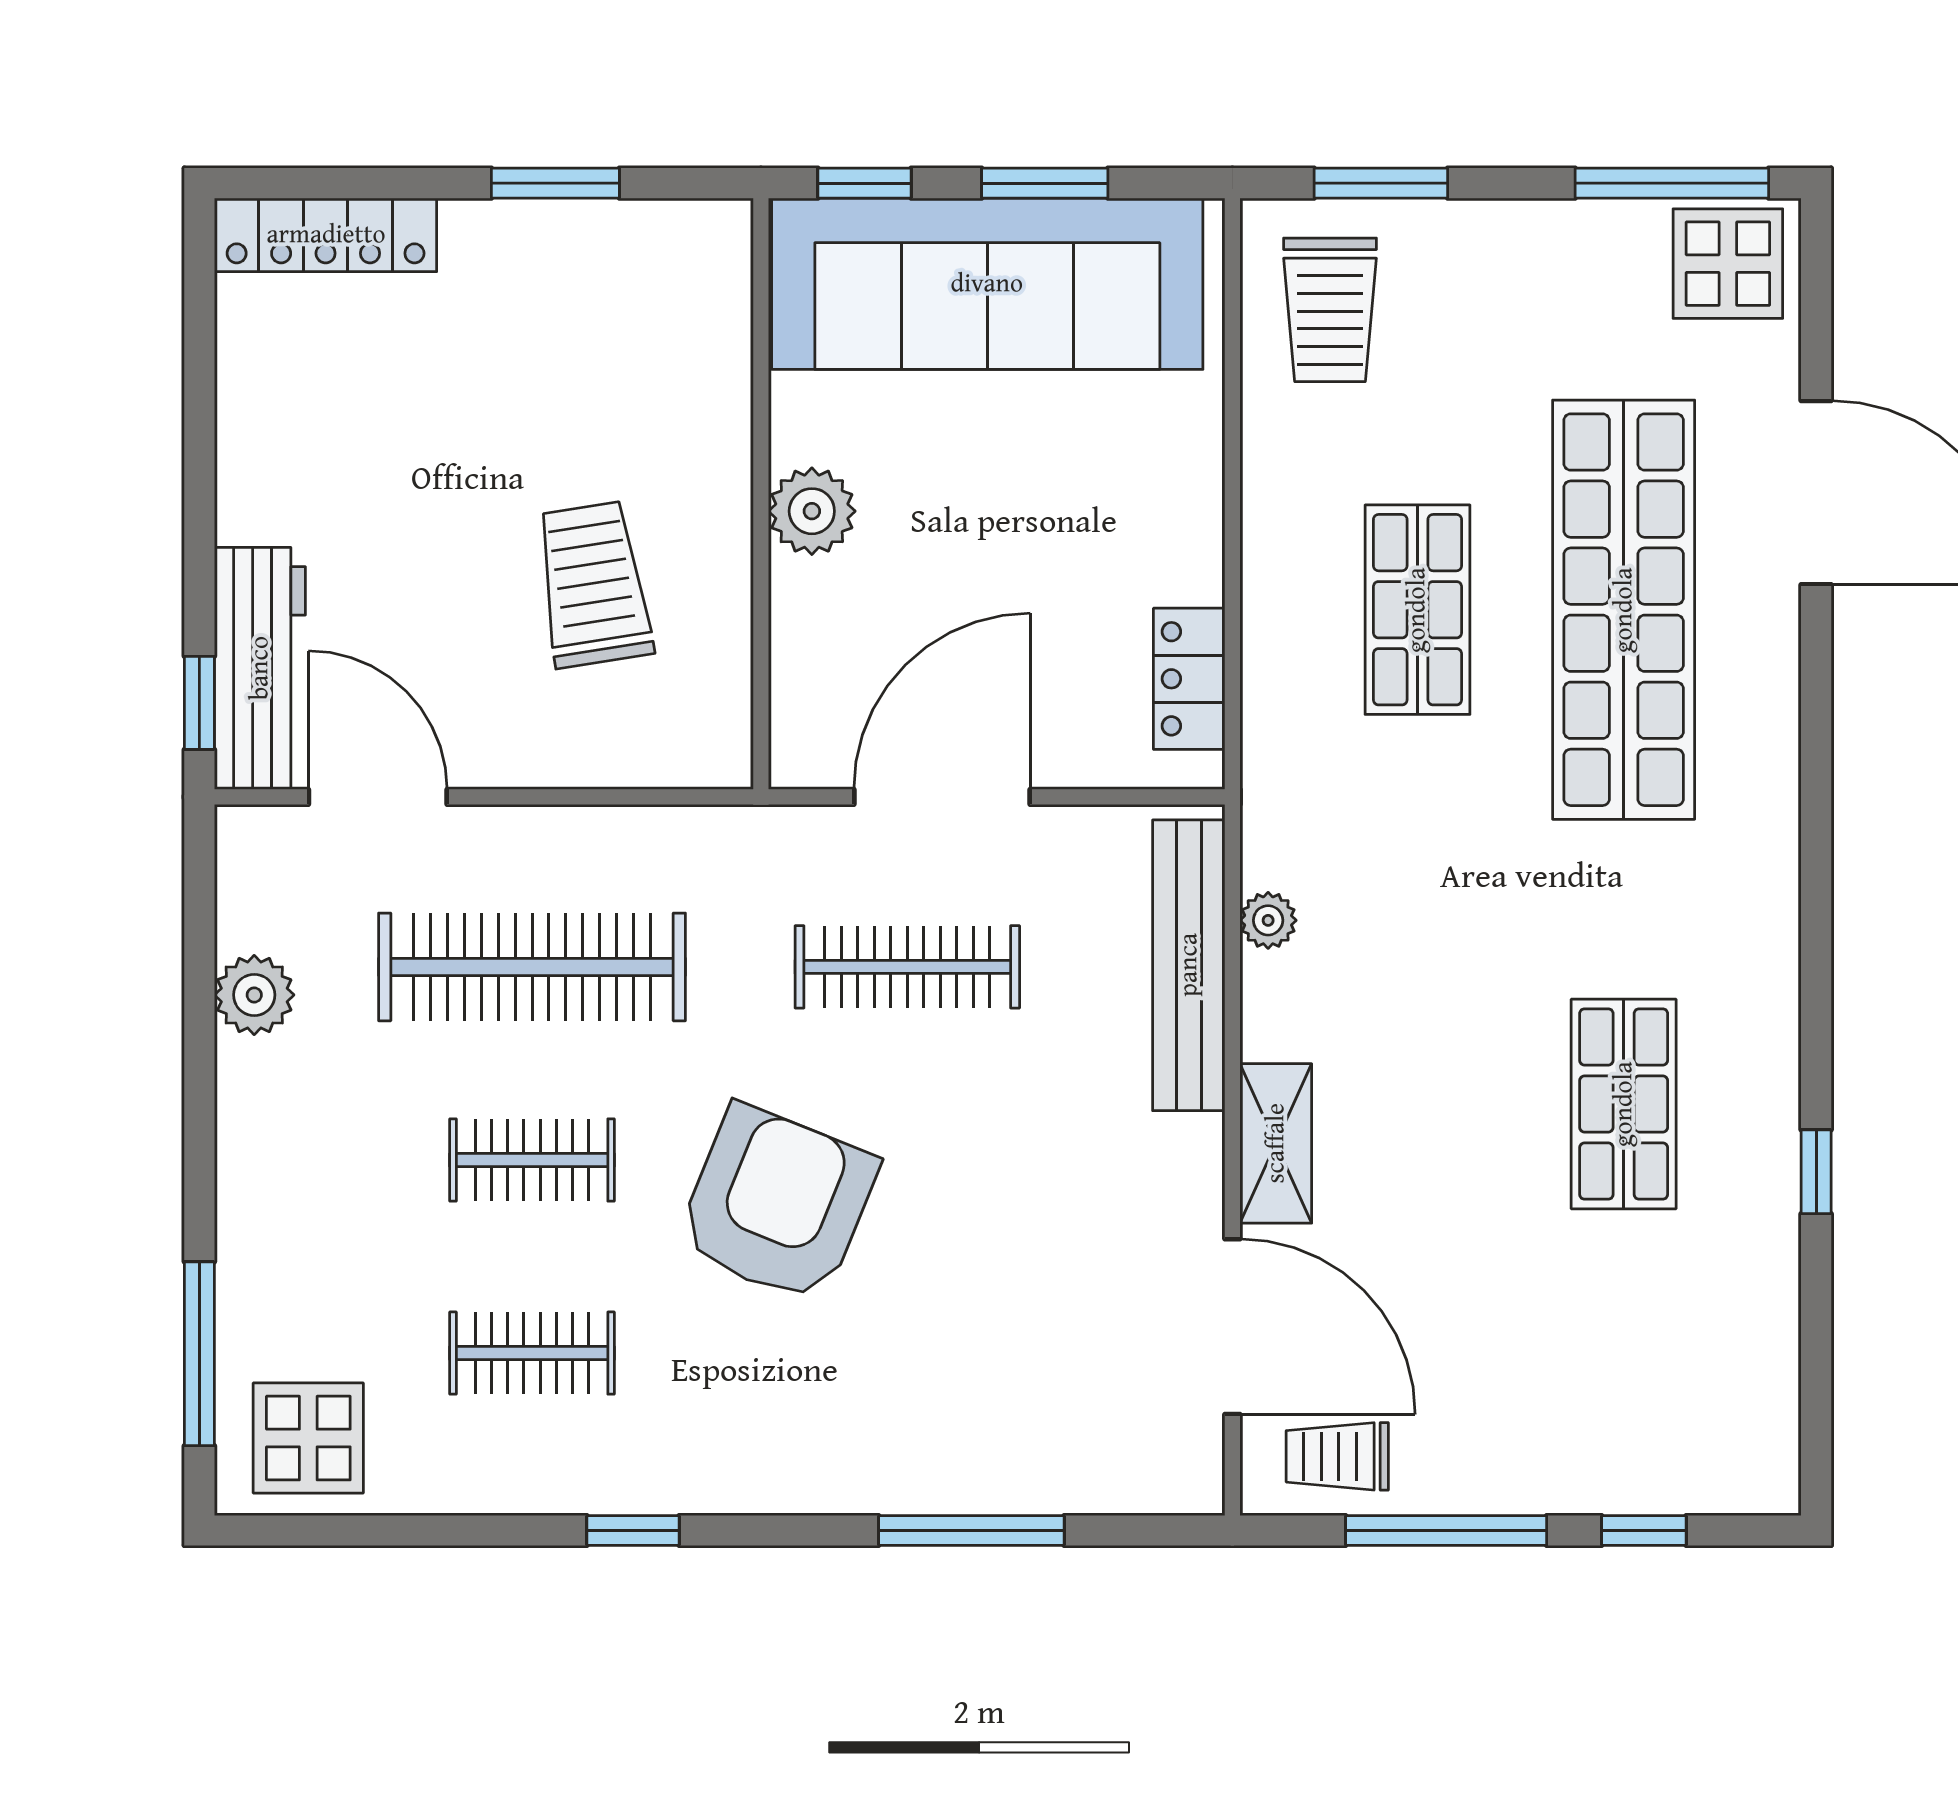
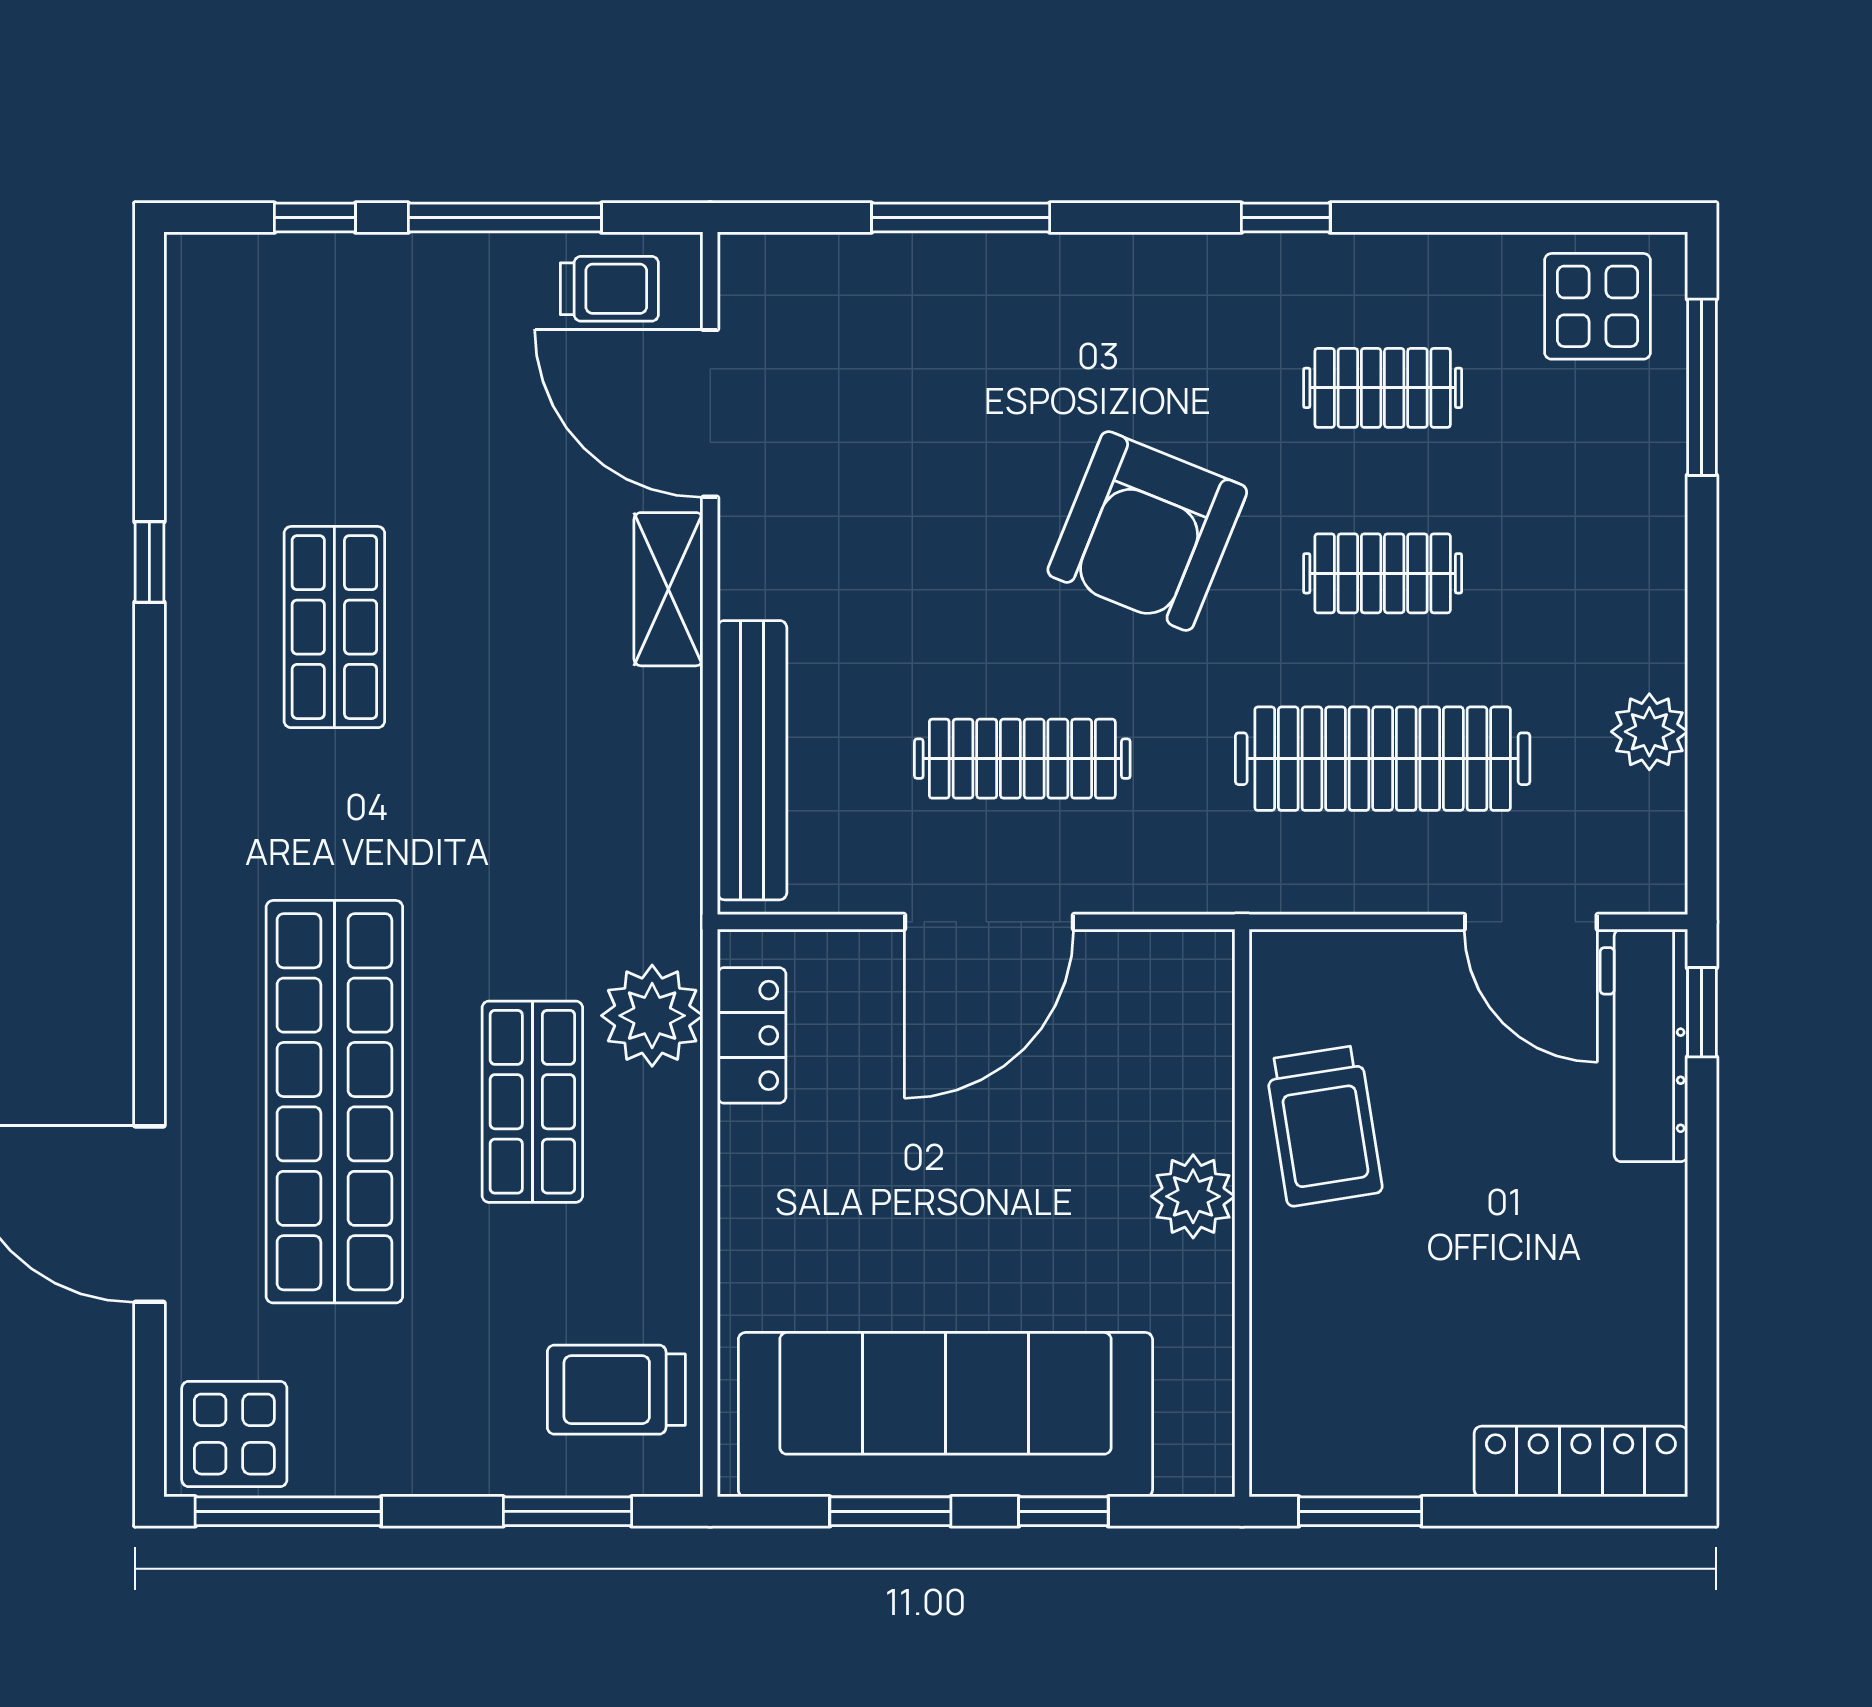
trolley: (1330, 310) -> (616, 1390), turned -90
wall: (761, 494) -> (1242, 1213), moved
plant: (812, 511) -> (1193, 1196), moved
plant: (1268, 920) -> (652, 1016), moved, width x1.87, depth x1.87

